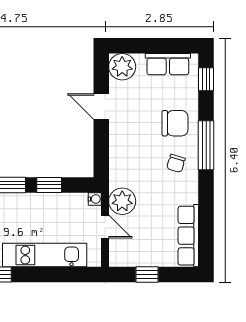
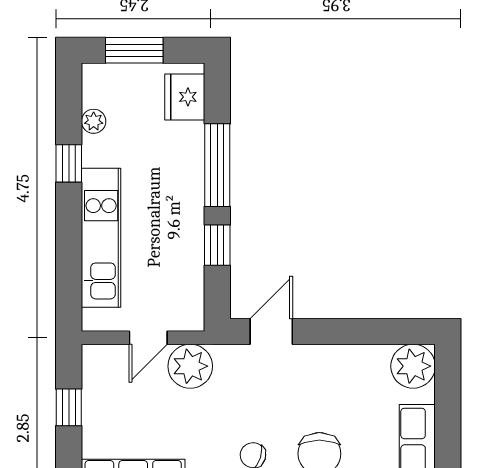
door: (101, 107) -> (271, 331), moved
water cooler: (95, 199) -> (194, 321), removed

